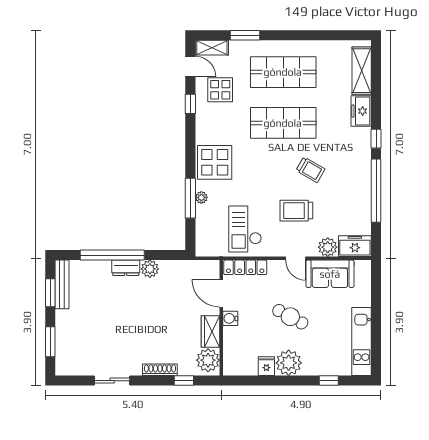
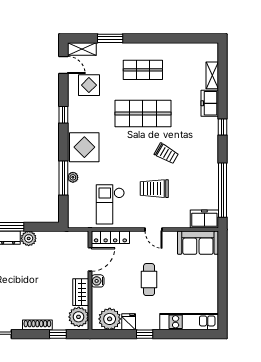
shelving: (362, 71) -> (212, 75), width x0.67, depth x0.75
shop shelf: (283, 72) -> (143, 70), width x0.70, depth x0.74
window: (190, 104) -> (63, 115), moved
window: (376, 191) -> (223, 190), moved
plant: (328, 247) -> (181, 220), removed
sofa: (330, 274) -> (198, 243), moved
door: (221, 293) -> (90, 259), swing flipped
cafe table: (290, 317) -> (149, 280), turned 62
kitchen unit: (362, 341) -> (189, 322), moved, turned 90
plant: (289, 363) -> (110, 319), moved
window: (329, 381) -> (145, 334), moved

